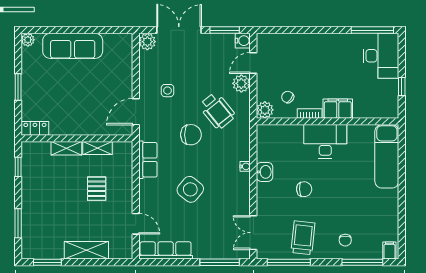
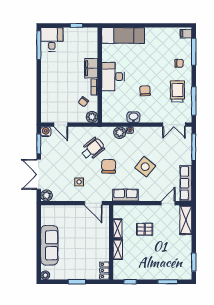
desk: (381, 56) -> (52, 39), width x0.73
plant: (241, 83) -> (120, 133), moved
trolley: (303, 238) -> (177, 91), turned 84
shelving: (86, 250) -> (186, 220), moved

